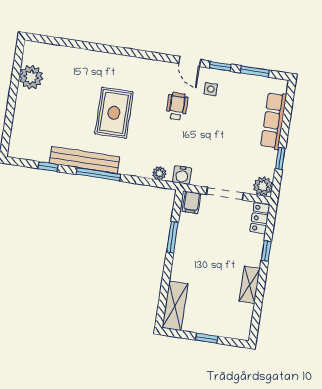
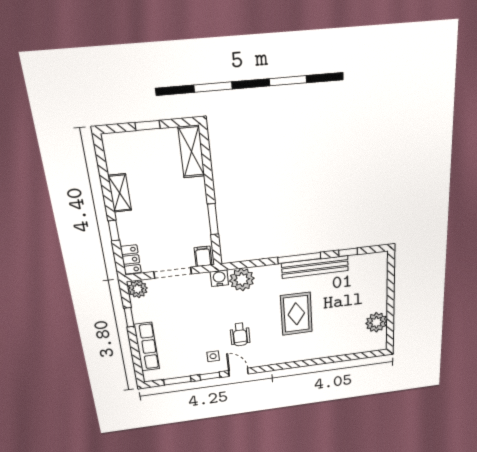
plant: (159, 173) -> (242, 280), width x1.88, depth x1.88

